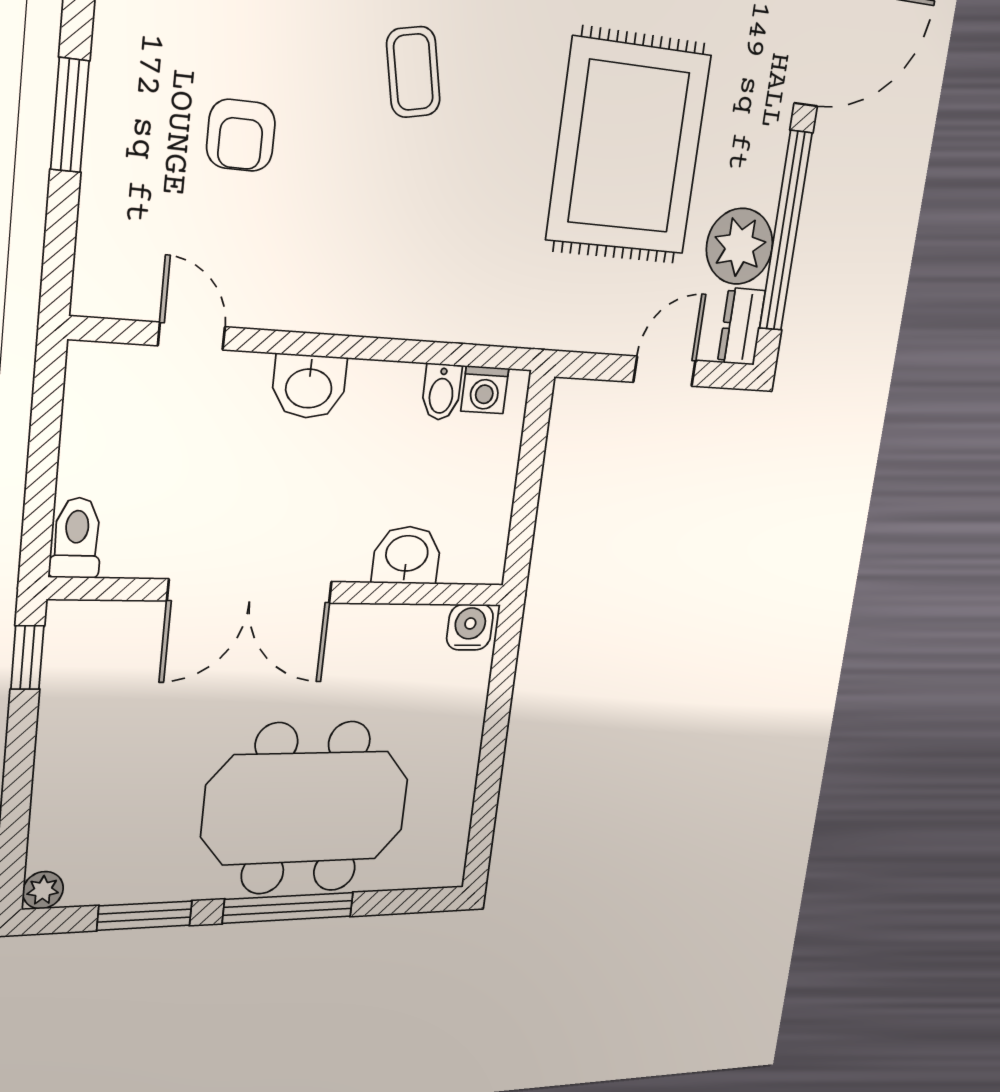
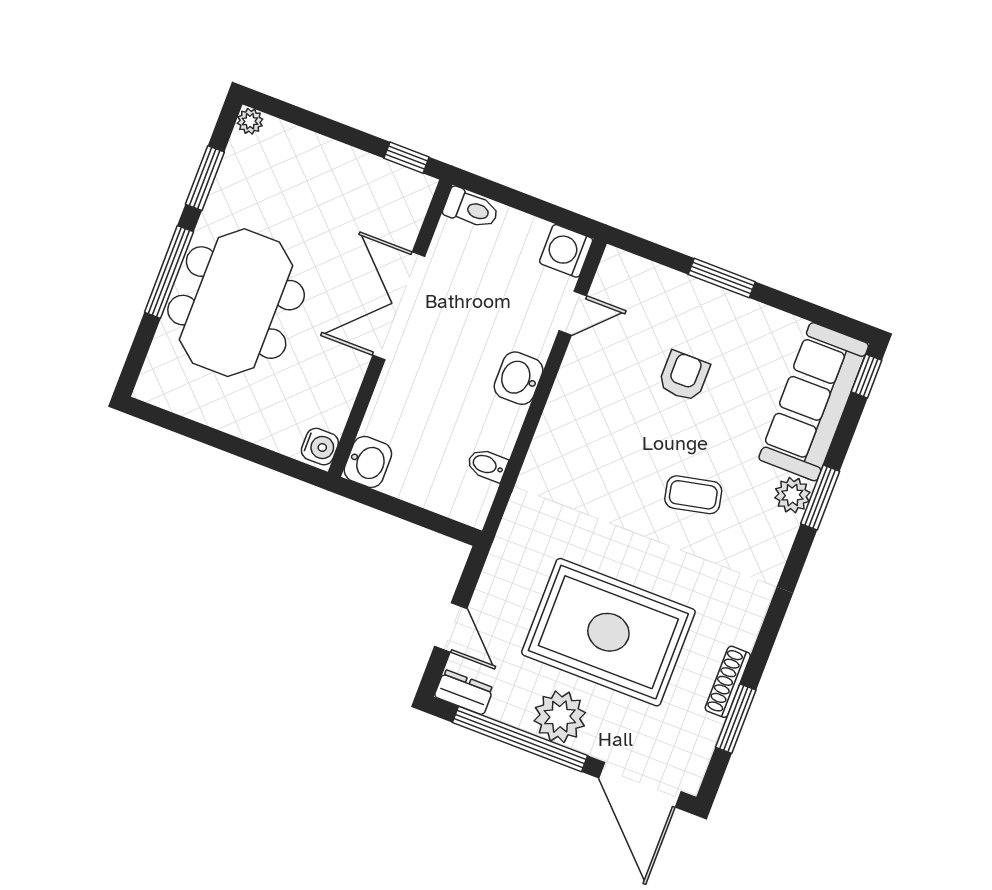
armchair: (241, 135) -> (684, 376), turned 90
plant: (740, 246) -> (560, 717), moved
washing machine: (485, 390) -> (566, 251), moved, width x1.38, depth x1.38
washbasin: (407, 555) -> (368, 462), moved

